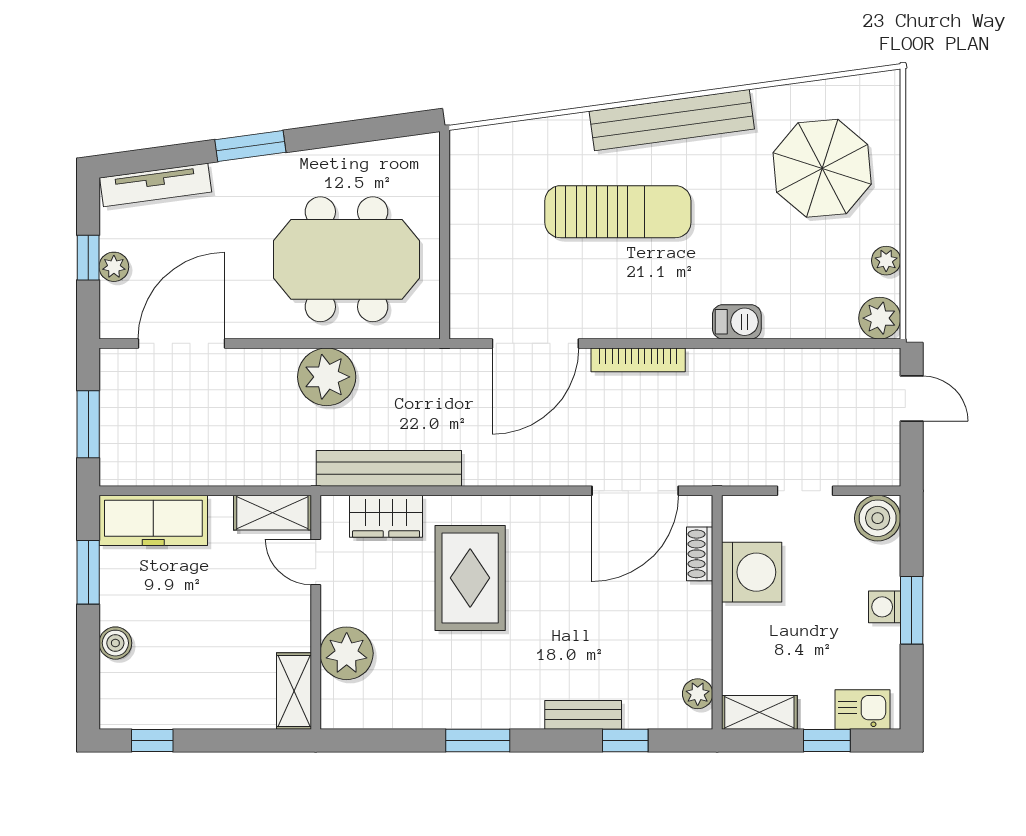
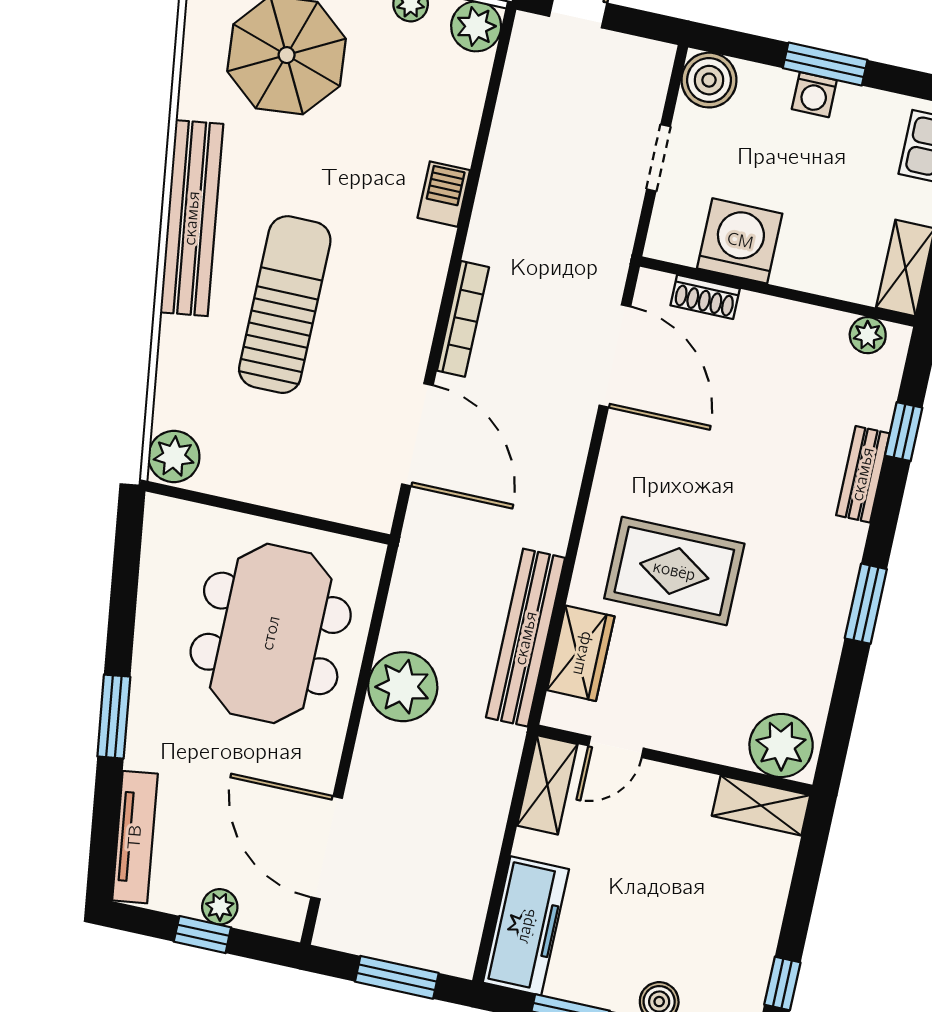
plant: (474, 148) -> (174, 456), added
plant: (347, 653) -> (781, 746), moved

